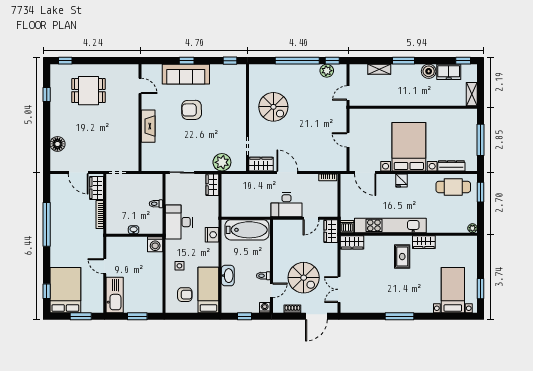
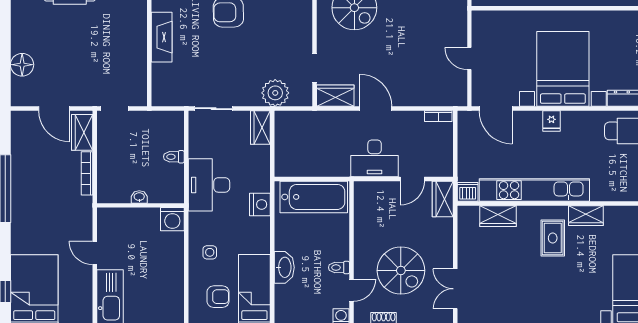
wardrobe: (352, 242) -> (498, 216), moved

